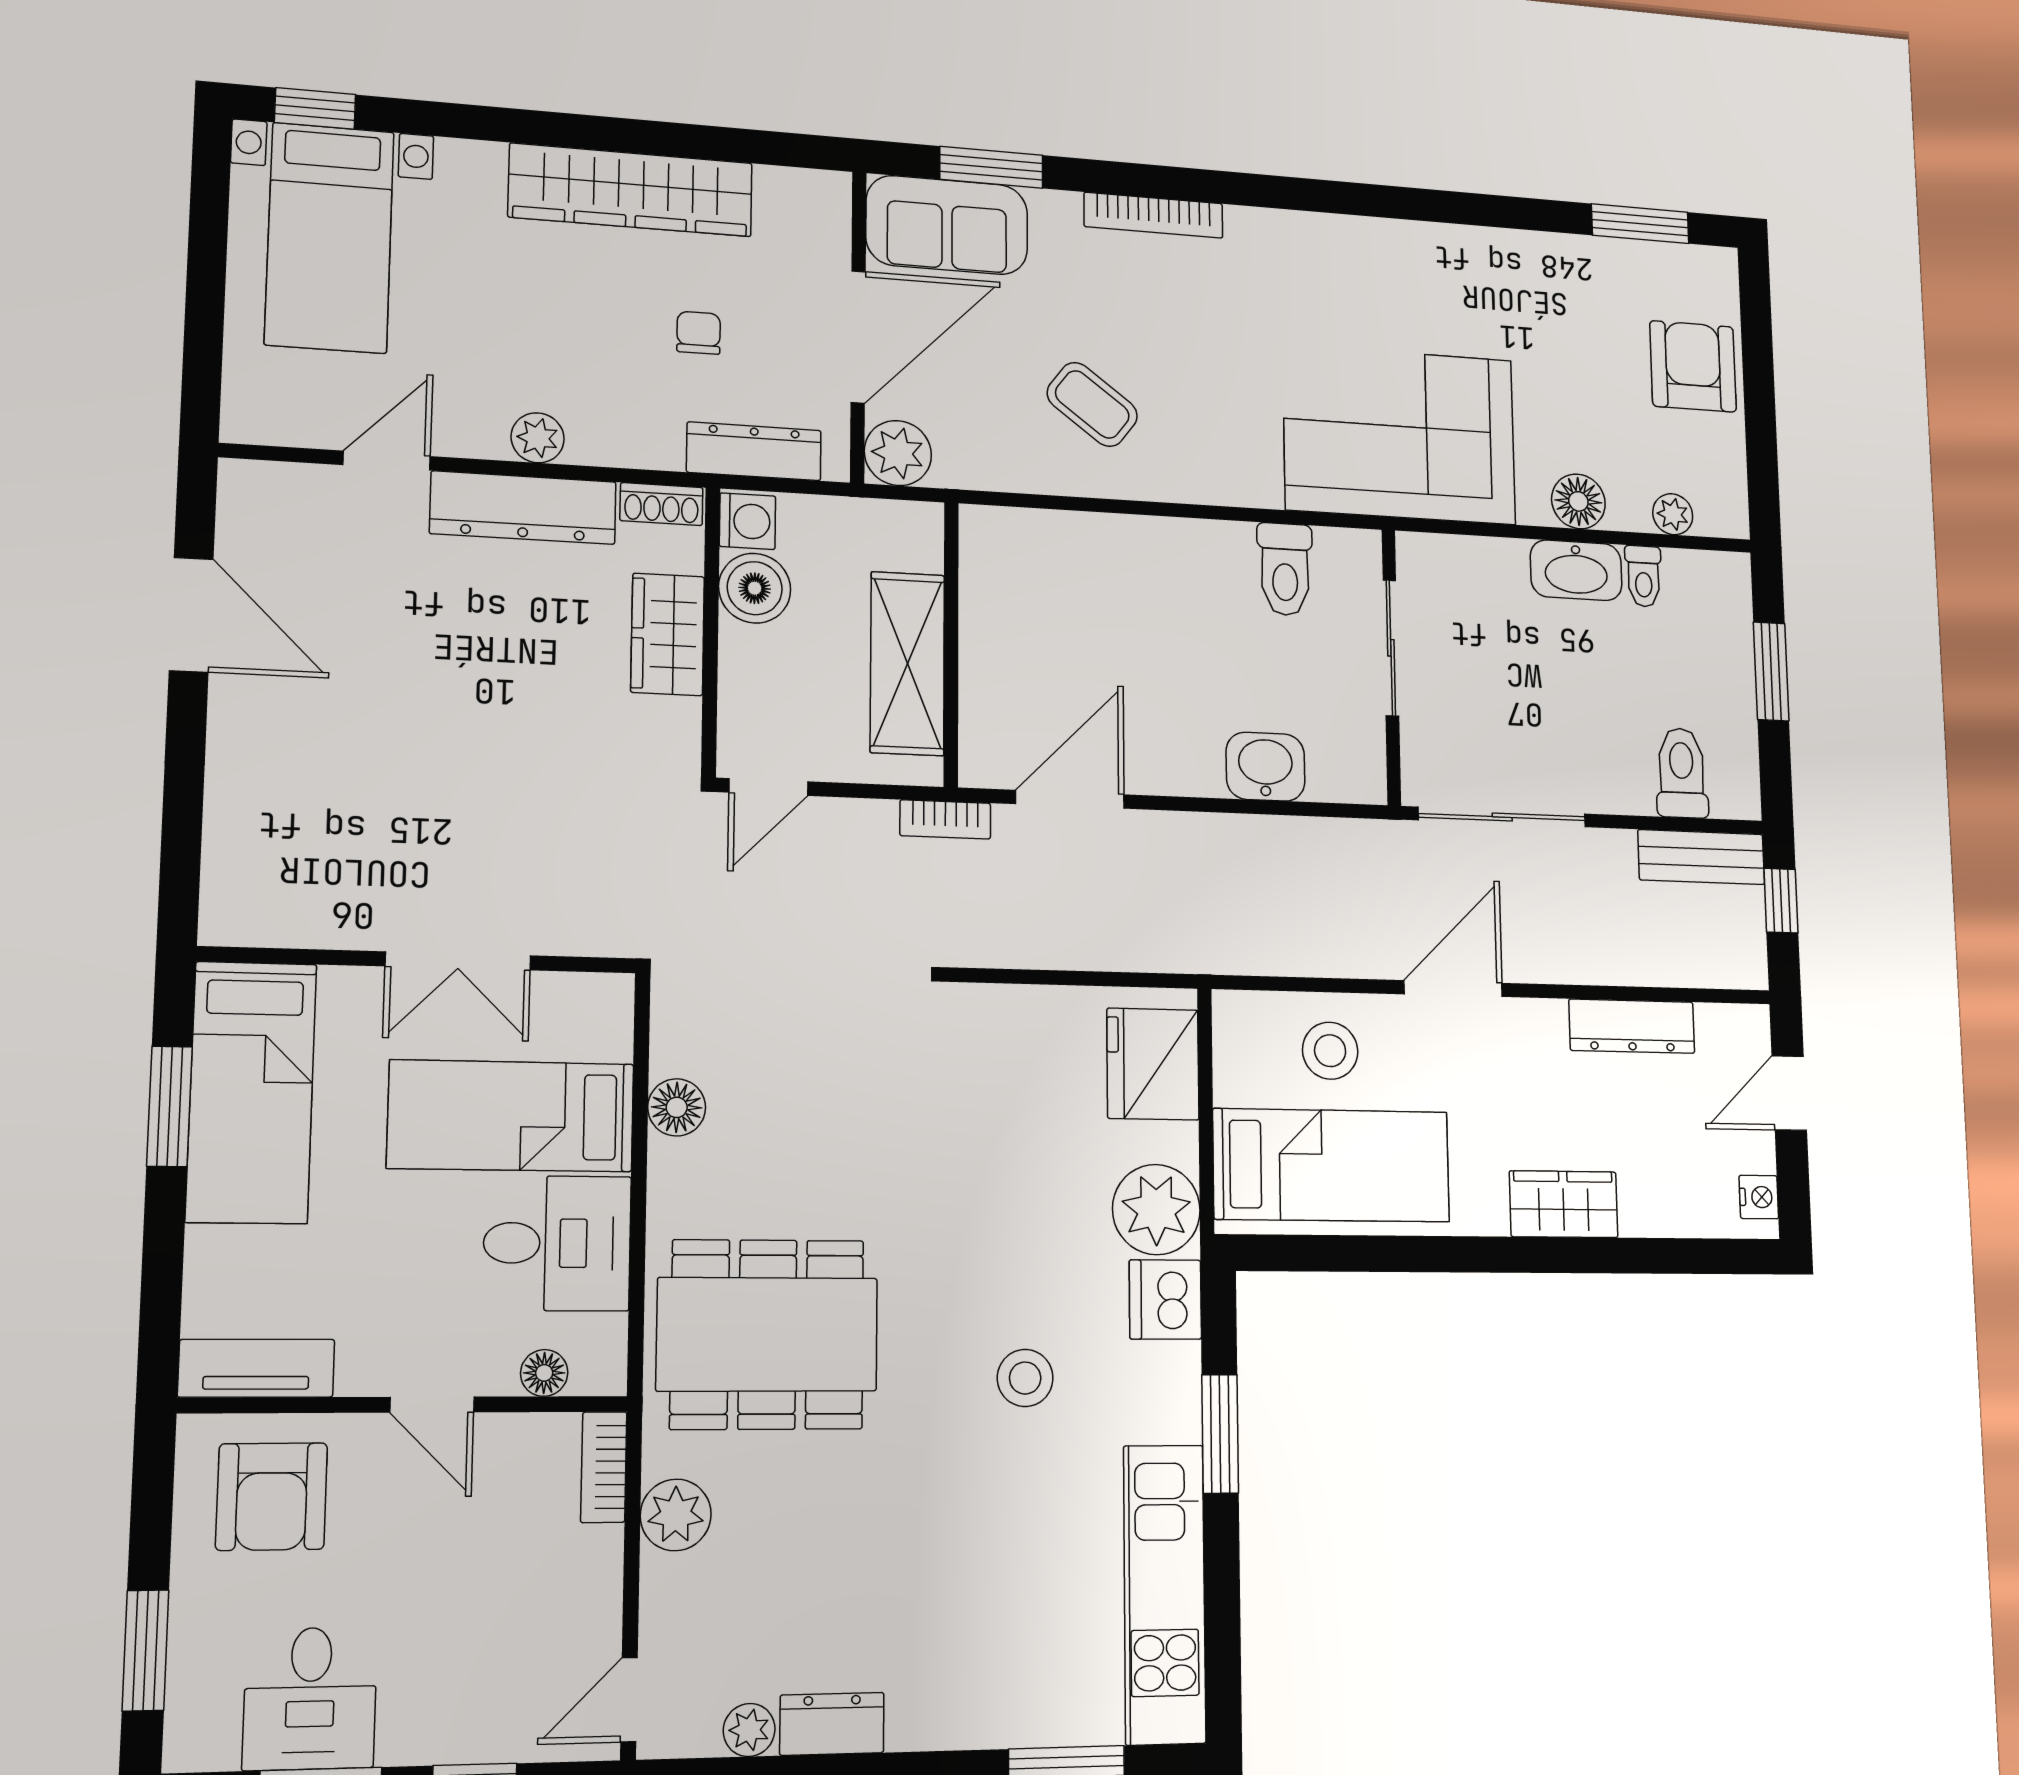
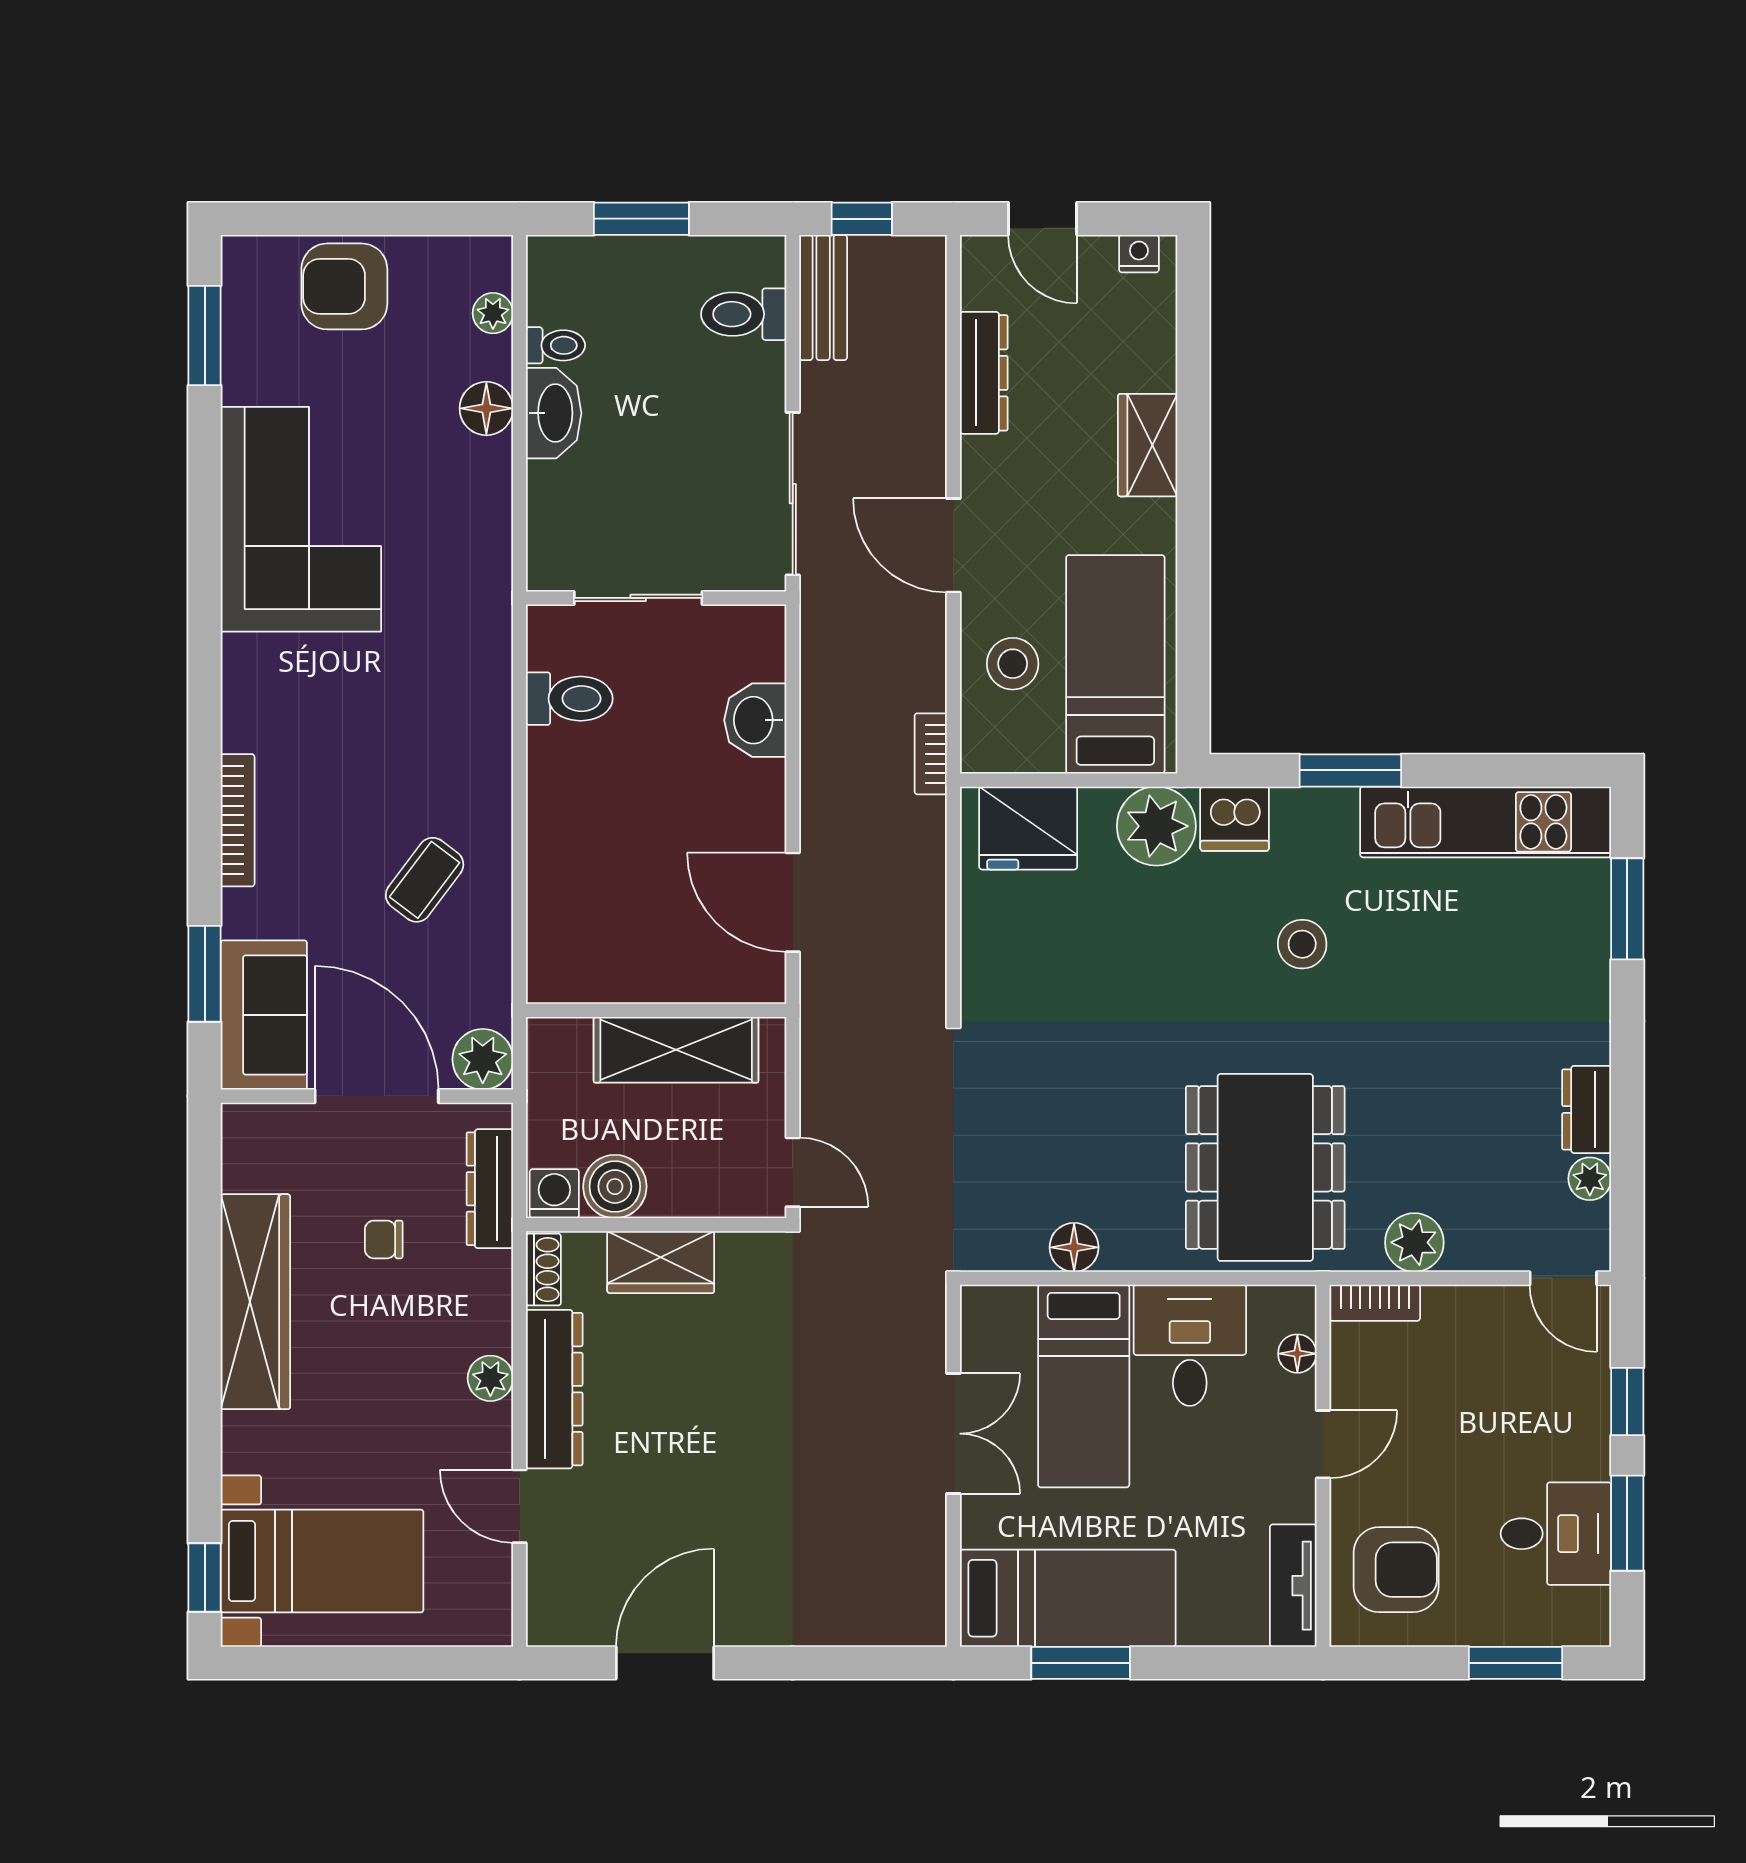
corner sofa: (1399, 435) -> (301, 519), moved, turned 180
bookcase: (945, 819) -> (931, 754), moved, turned 180

